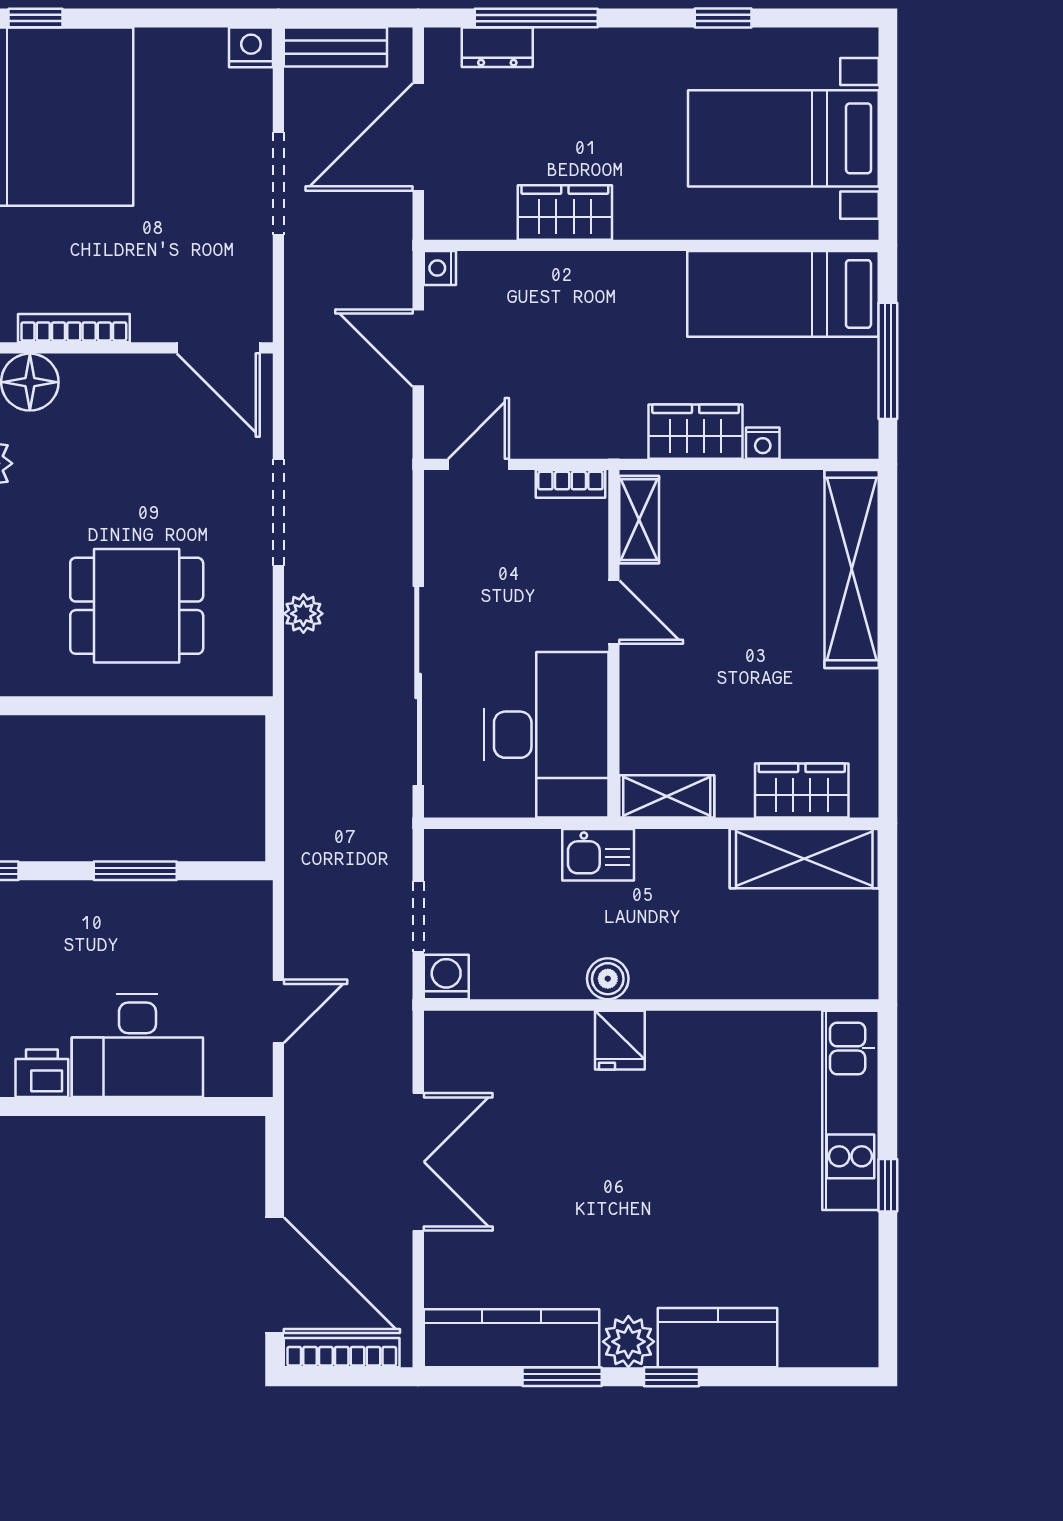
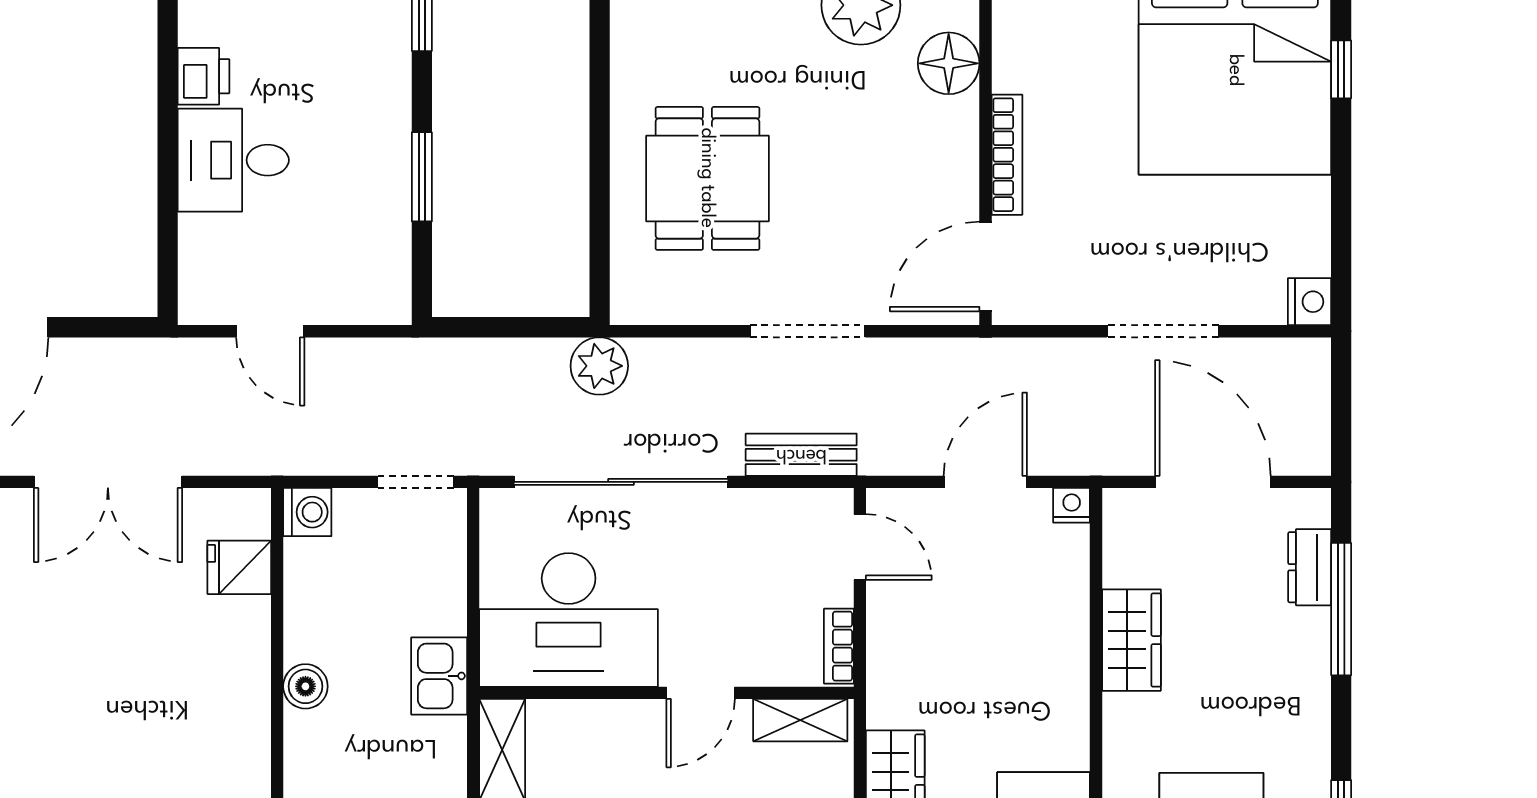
bench: (335, 47) -> (801, 455), moved, turned 90
bookcase: (74, 328) -> (1007, 155), moved
plant: (303, 614) -> (599, 366), moved, width x1.38, depth x1.38
doorway: (418, 917) -> (415, 482), moved
fridge: (620, 1040) -> (239, 567), moved
desk: (137, 1046) -> (233, 160), width x0.73

